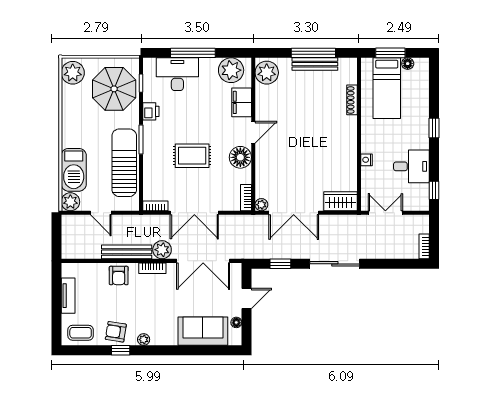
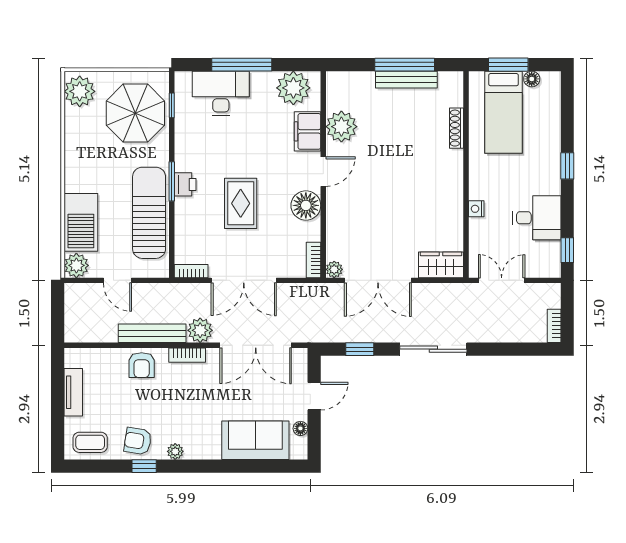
plant: (267, 73) -> (341, 127), moved
printer: (151, 111) -> (185, 184), moved
rug: (192, 156) -> (241, 203), turned 90

